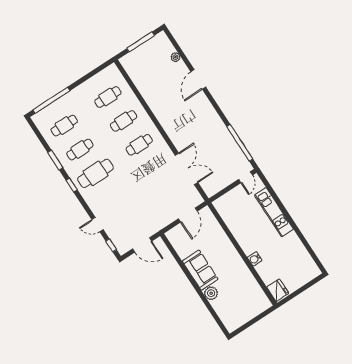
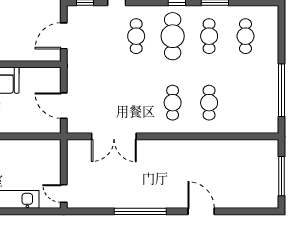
plant: (175, 57) -> (241, 203), removed
cafe table: (108, 97) -> (136, 36), moved
window: (51, 100) -> (281, 90), moved
window: (240, 143) -> (140, 211), moved

